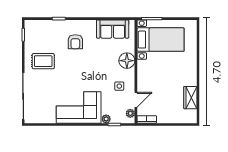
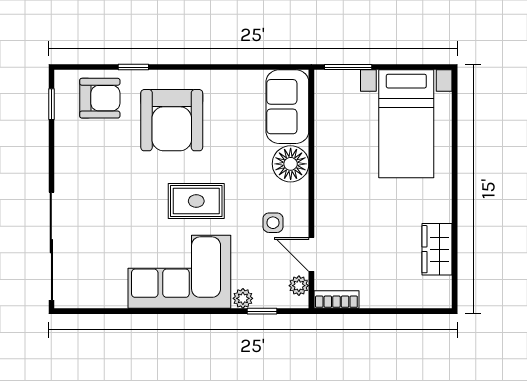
sofa: (113, 29) -> (287, 107), moved, turned 90
armchair: (44, 32) -> (100, 98), added
bed with nightstands: (161, 40) -> (406, 124), moved, turned 90
armchair: (75, 42) -> (172, 120), width x1.88, depth x1.88
rug: (43, 61) -> (196, 201), moved
door: (136, 100) -> (311, 254), swing flipped

